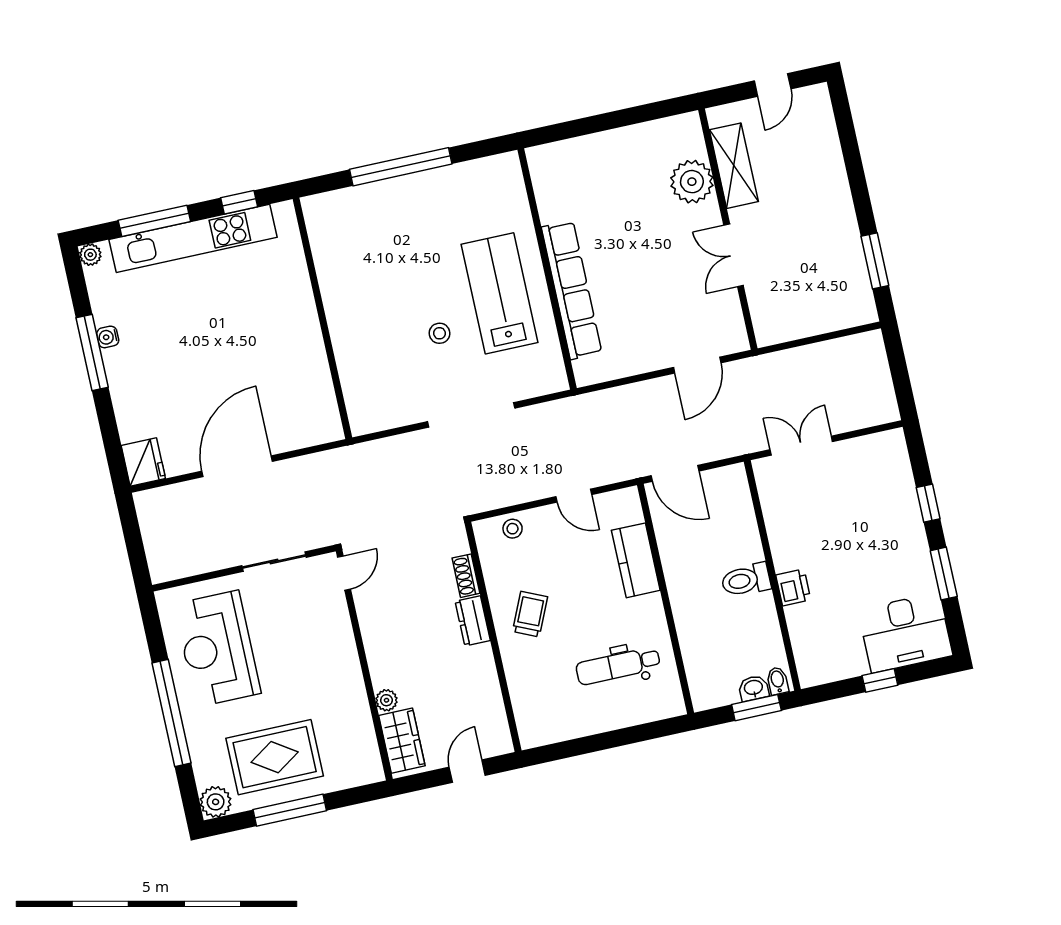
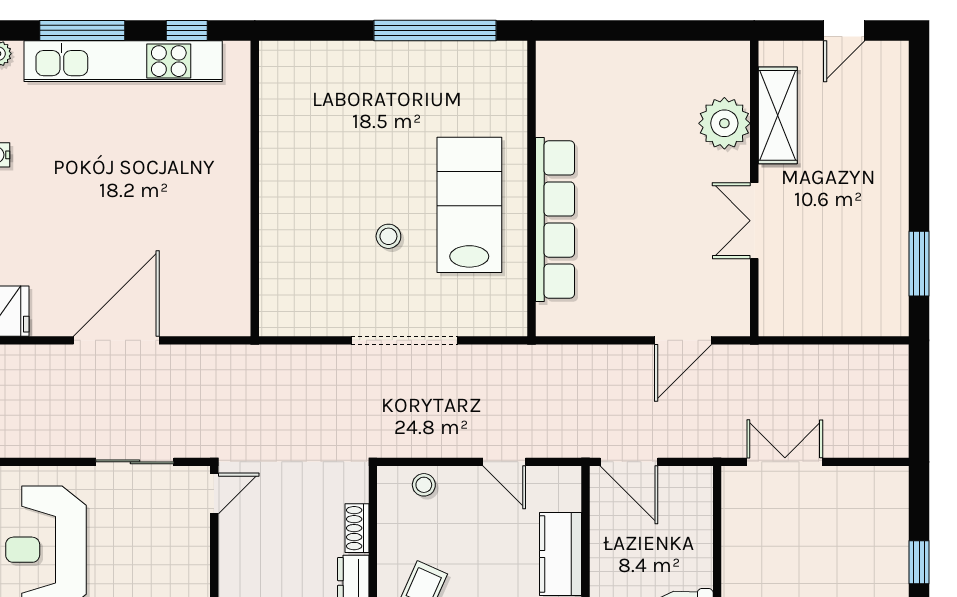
window: (401, 167) -> (435, 30), moved

